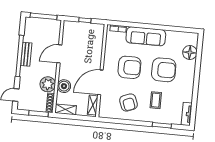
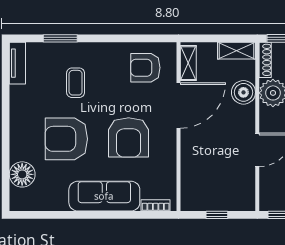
armchair: (129, 67) -> (129, 137), turned -90
armchair: (128, 102) -> (145, 68), moved, turned -69

